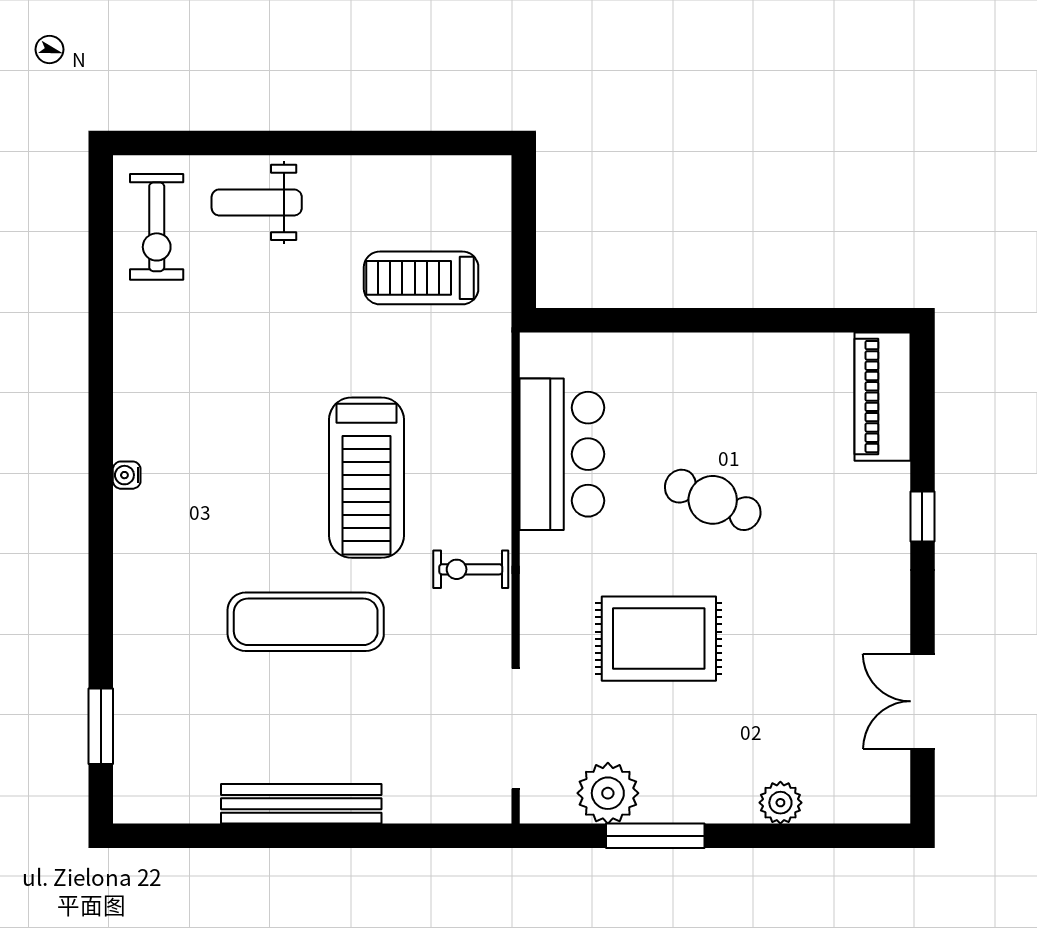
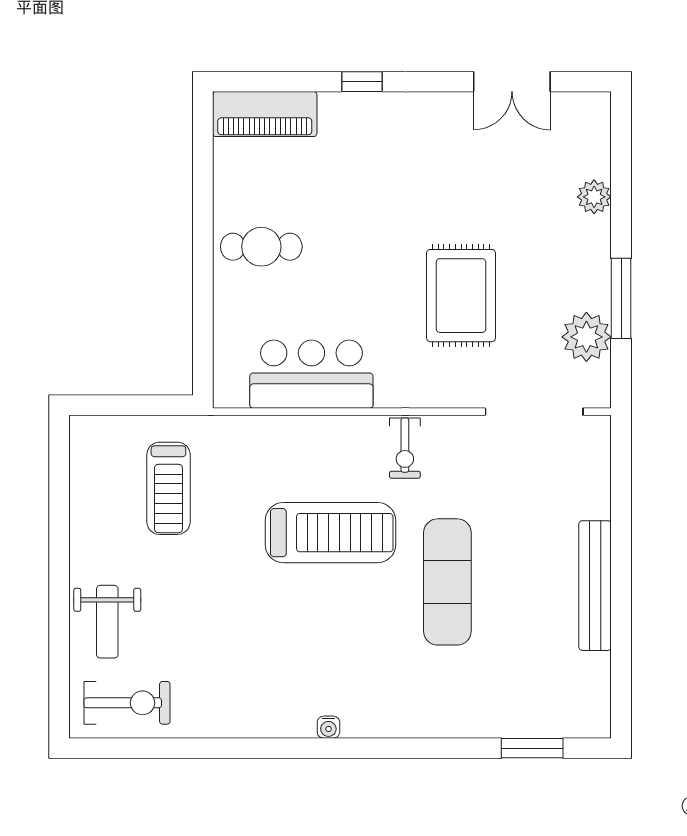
cafe table: (713, 500) -> (261, 247), moved, turned 67

